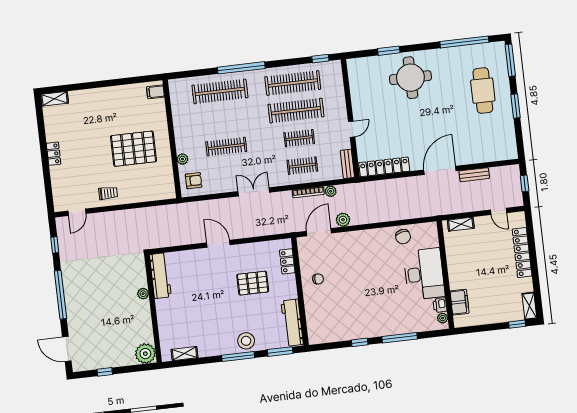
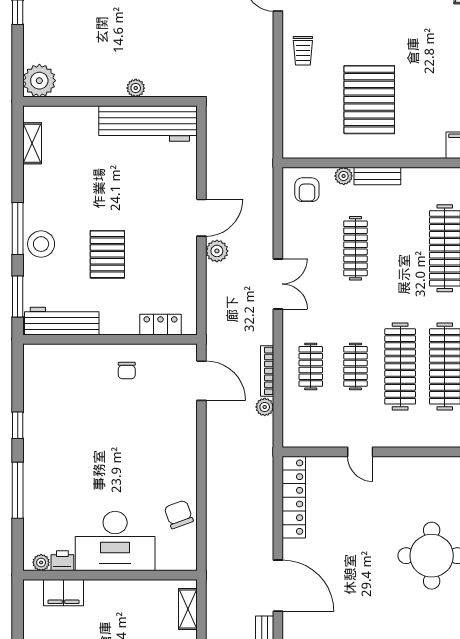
bench: (347, 164) -> (377, 176), moved
plant: (343, 220) -> (217, 251), moved
chair: (403, 237) -> (179, 514), turned 82
workbench: (160, 276) -> (148, 123), width x1.36, depth x1.32
pallet: (253, 283) -> (107, 254), moved

